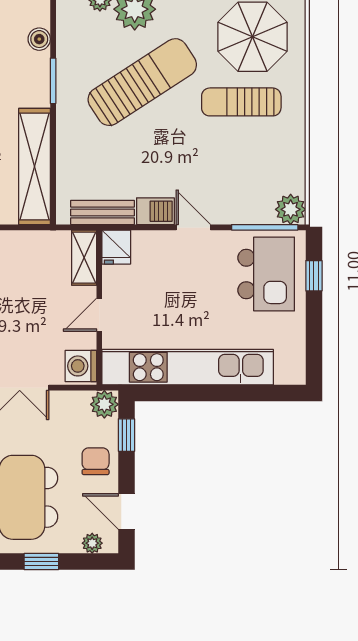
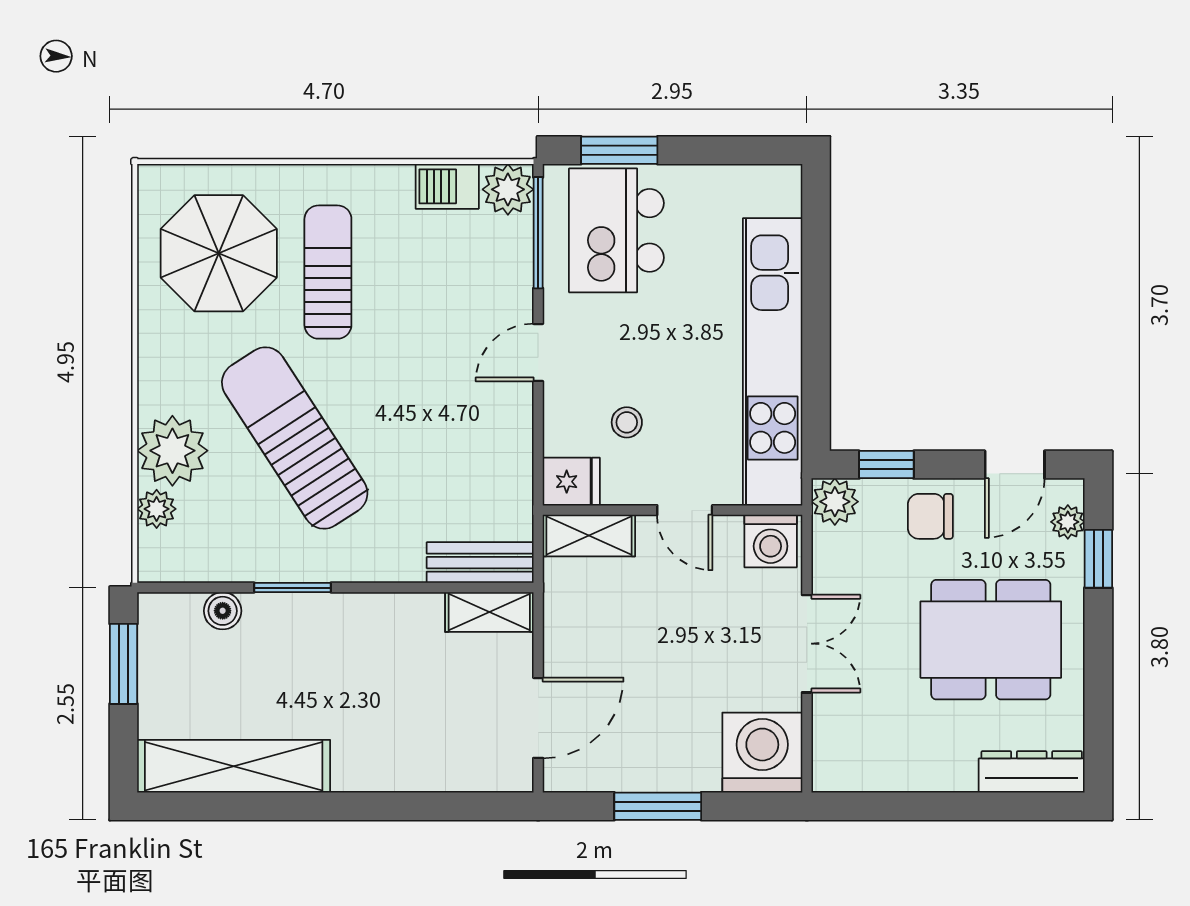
sun lounger: (241, 102) -> (328, 272), turned 180
shelving: (35, 167) -> (489, 612), width x0.45, depth x0.75
barbecue: (155, 211) -> (447, 186), moved, turned -90
bench: (103, 212) -> (480, 563), moved, turned 90
kitchen island: (266, 274) -> (616, 230), turned -90
window: (314, 276) -> (619, 150), width x1.50
stool: (152, 280) -> (627, 422), added
window: (41, 562) -> (1098, 559), moved

